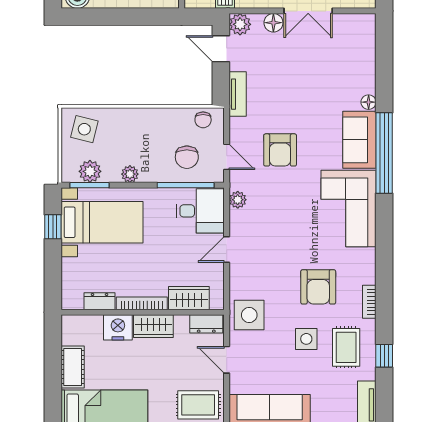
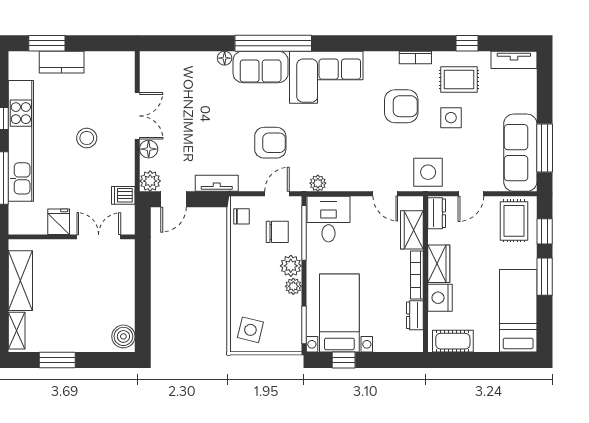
plant: (90, 171) -> (291, 266), moved
door: (227, 250) -> (385, 194), moved
cot: (73, 367) -> (453, 341), moved

